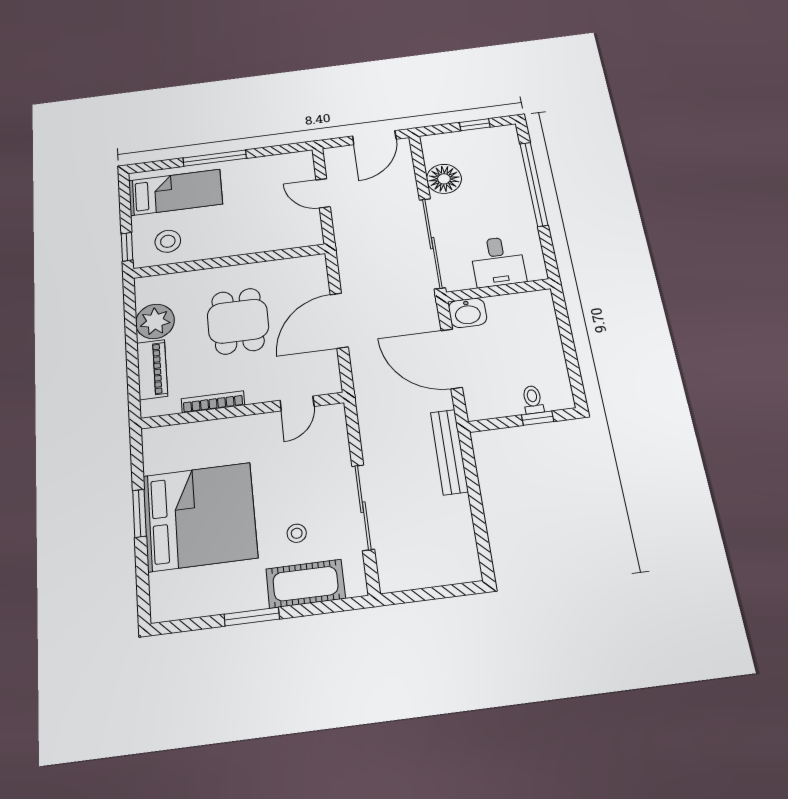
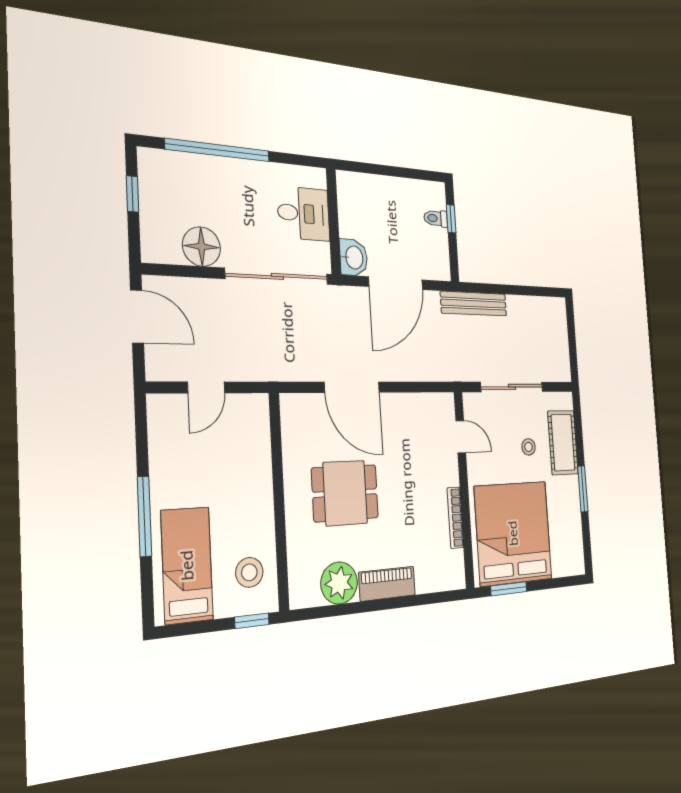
bookcase: (213, 402) -> (455, 518), moved
door: (297, 403) -> (461, 437), moved
wall: (242, 411) -> (464, 489), moved

